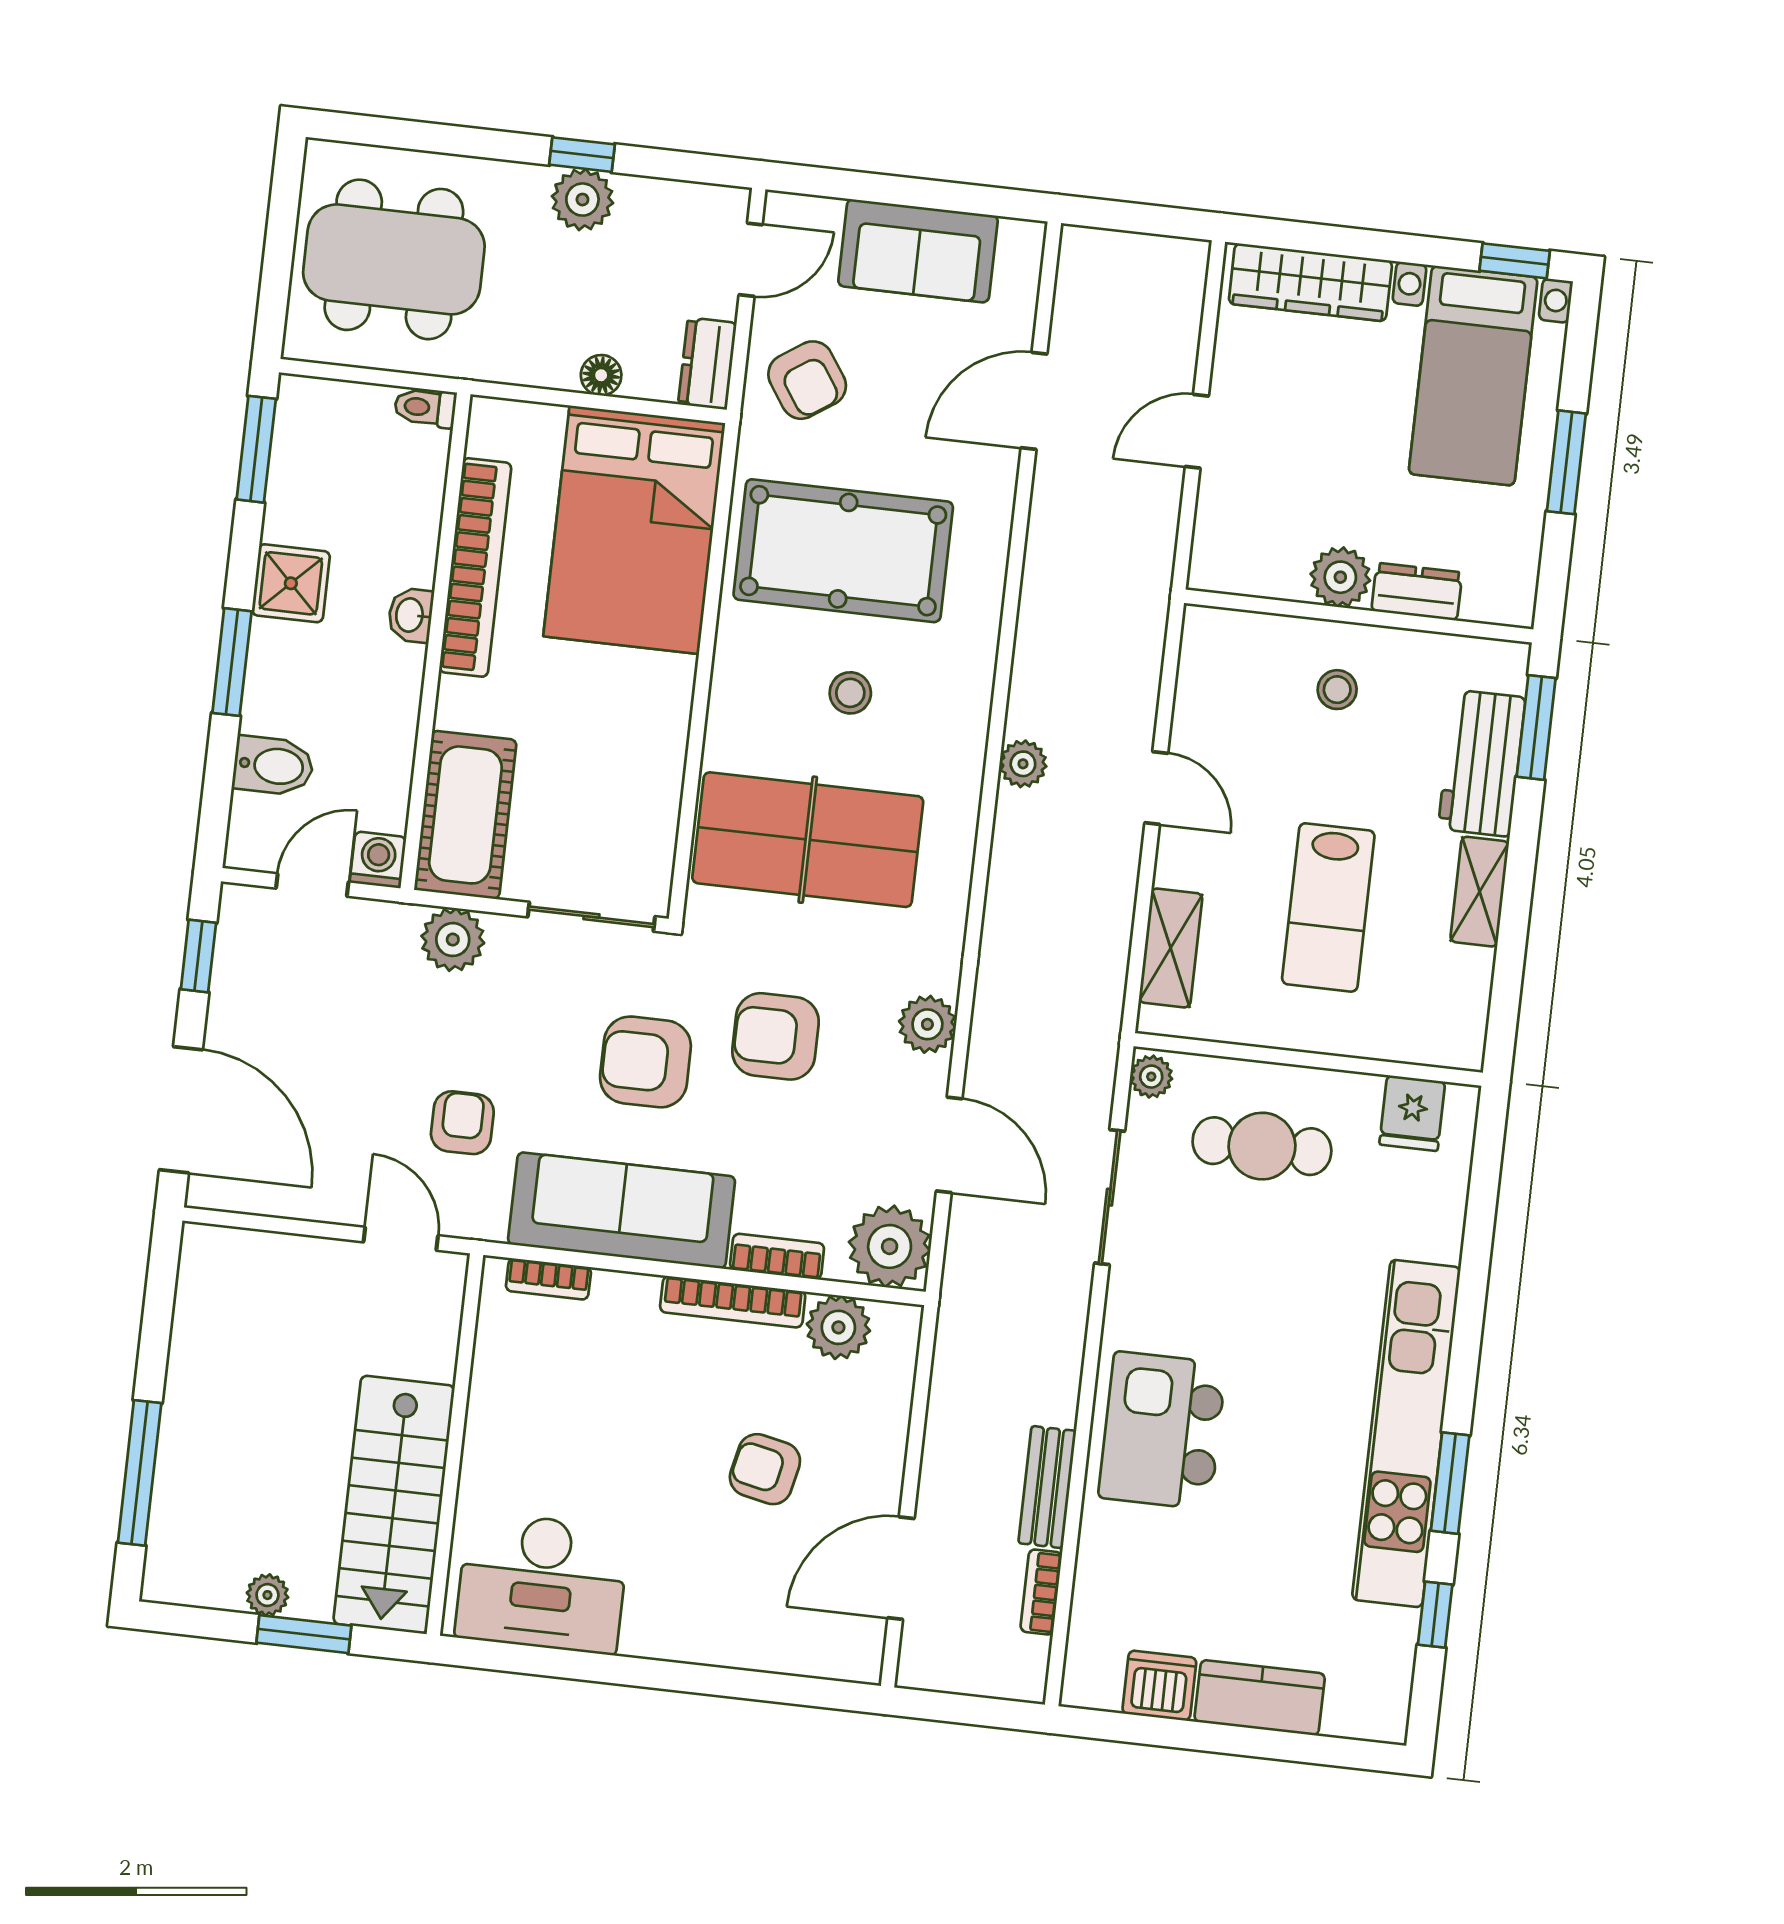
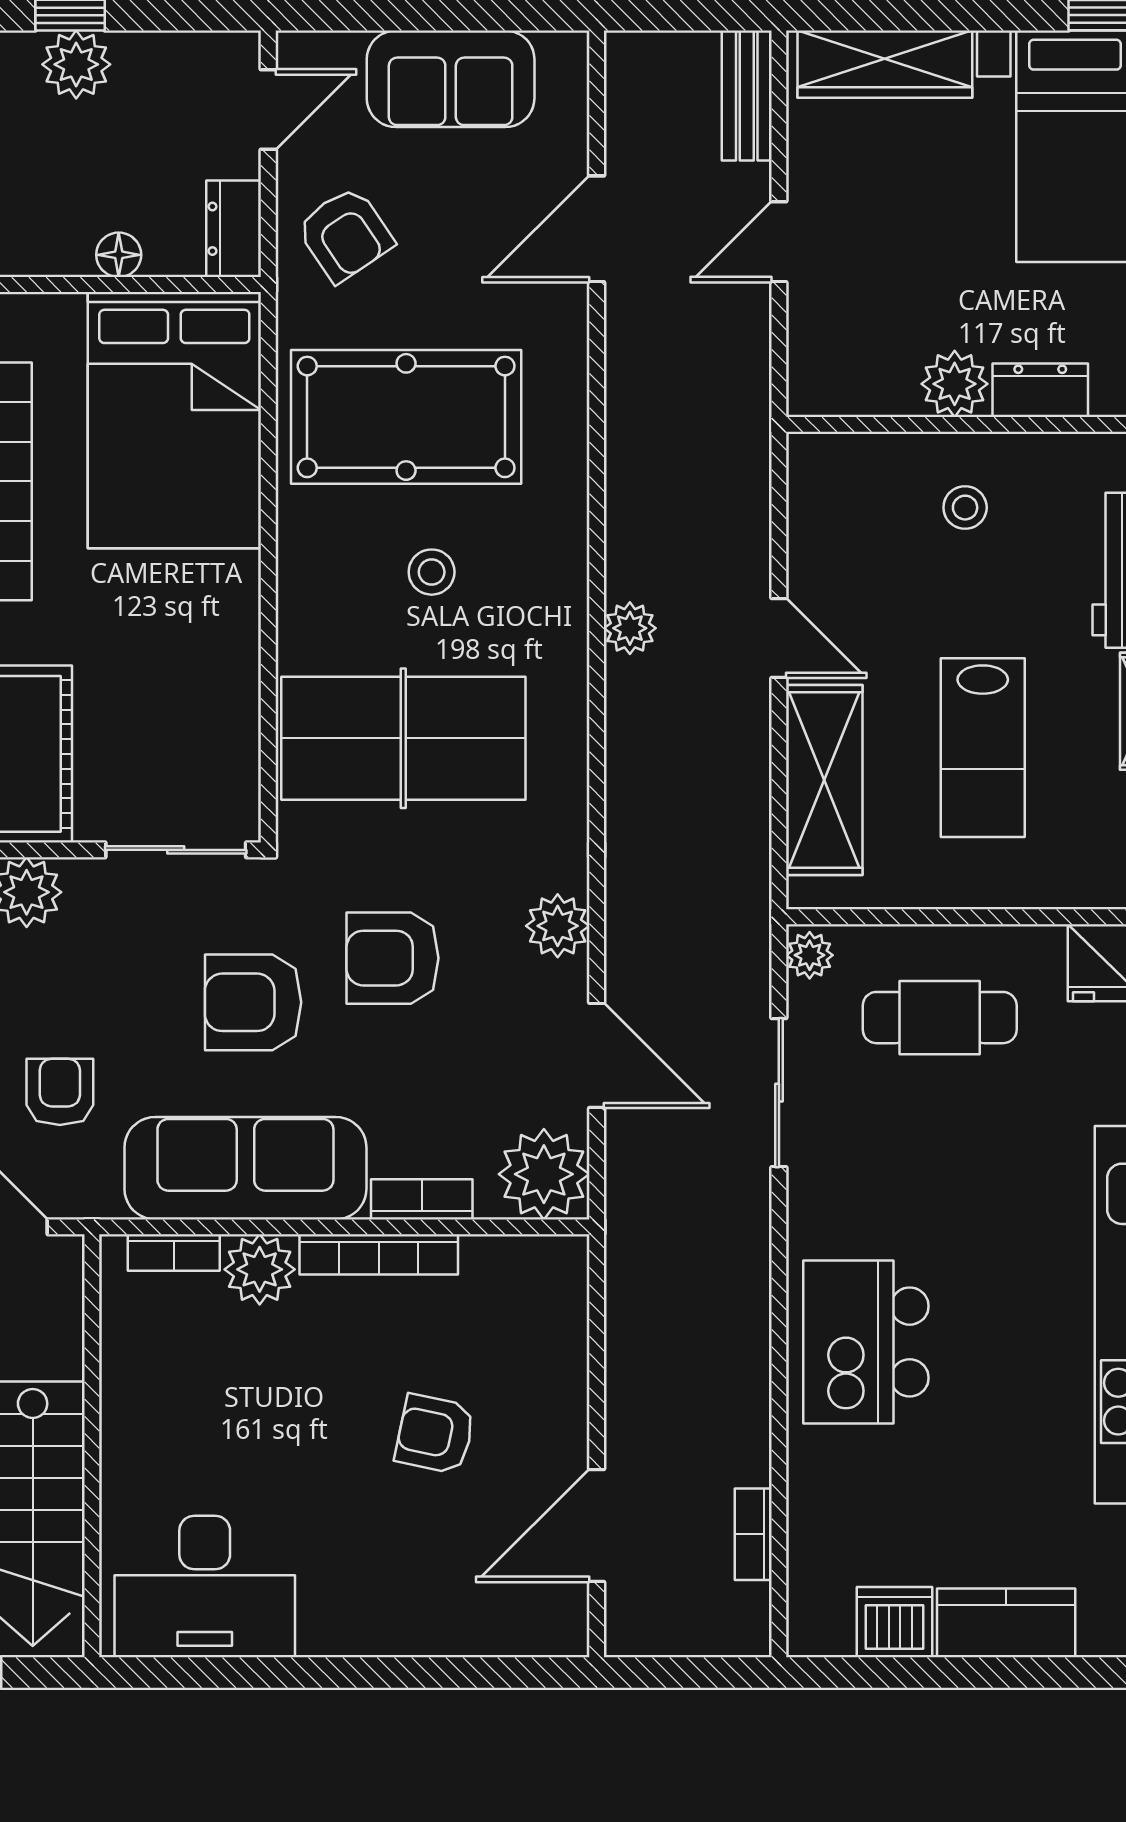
shelving: (1171, 948) -> (824, 780), width x1.50, depth x1.33
plant: (838, 1327) -> (260, 1269), moved
bench: (1047, 1487) -> (747, 96), moved

